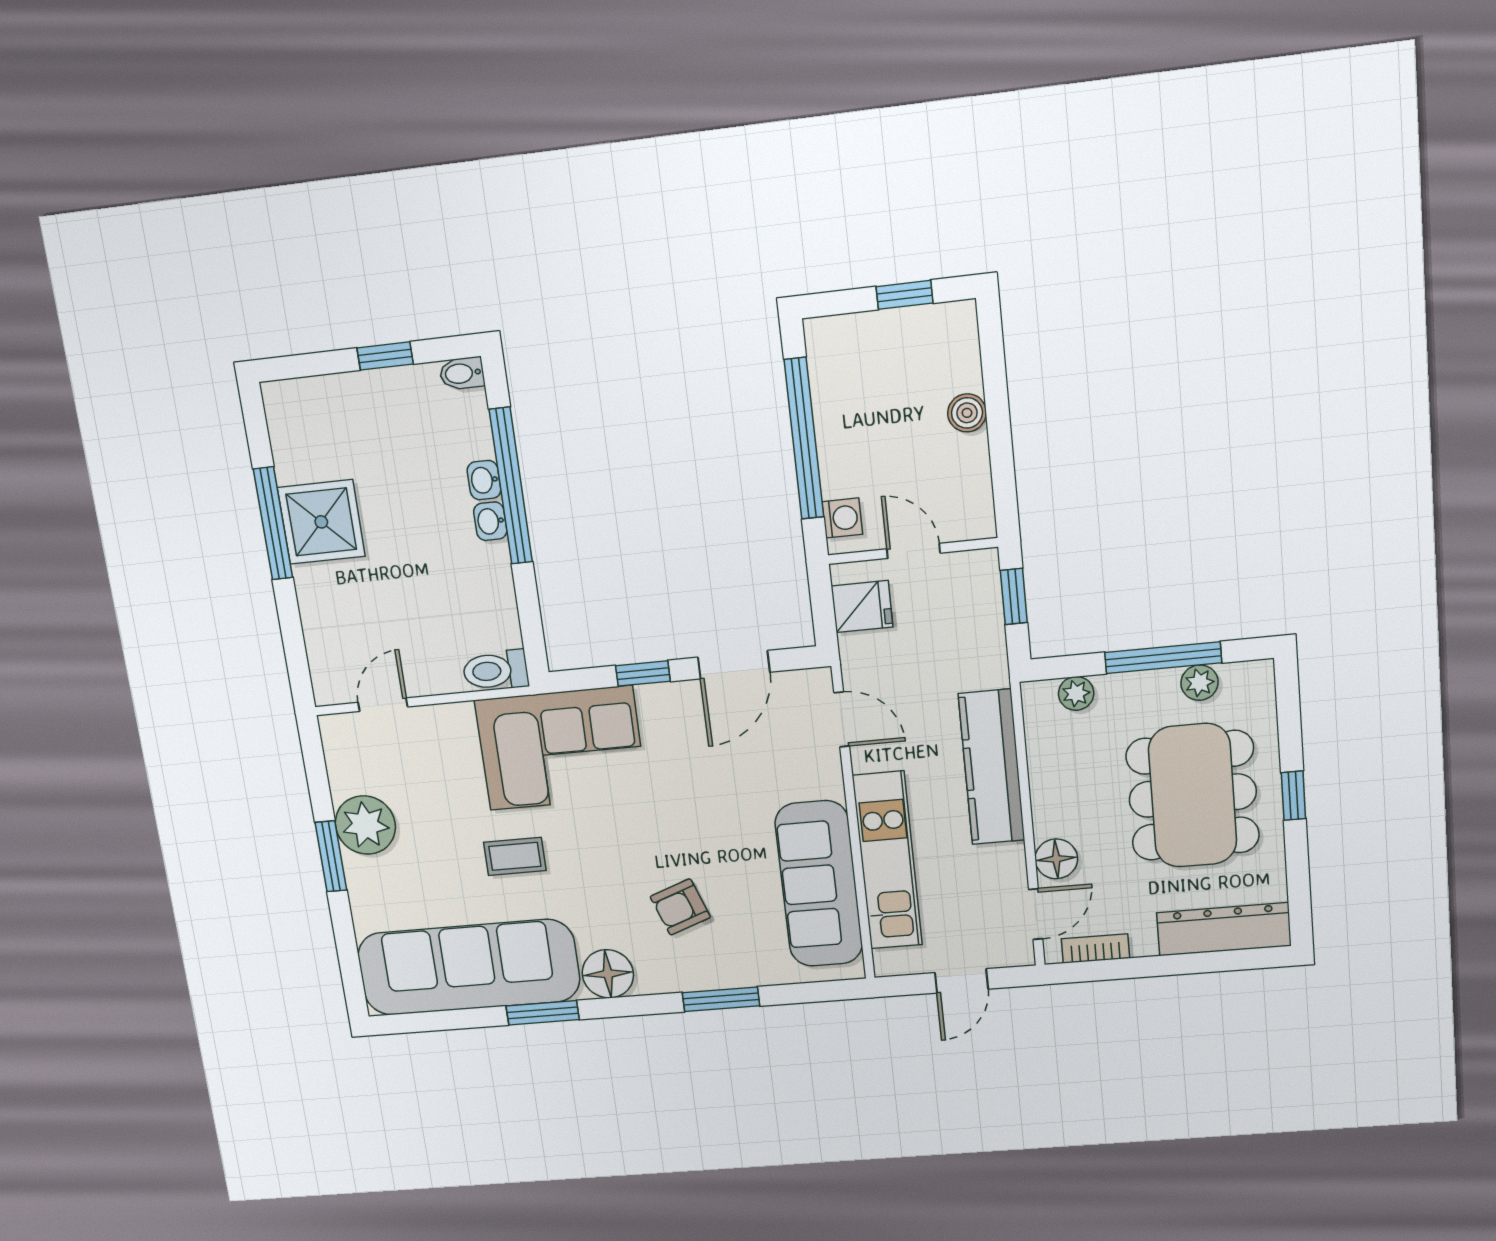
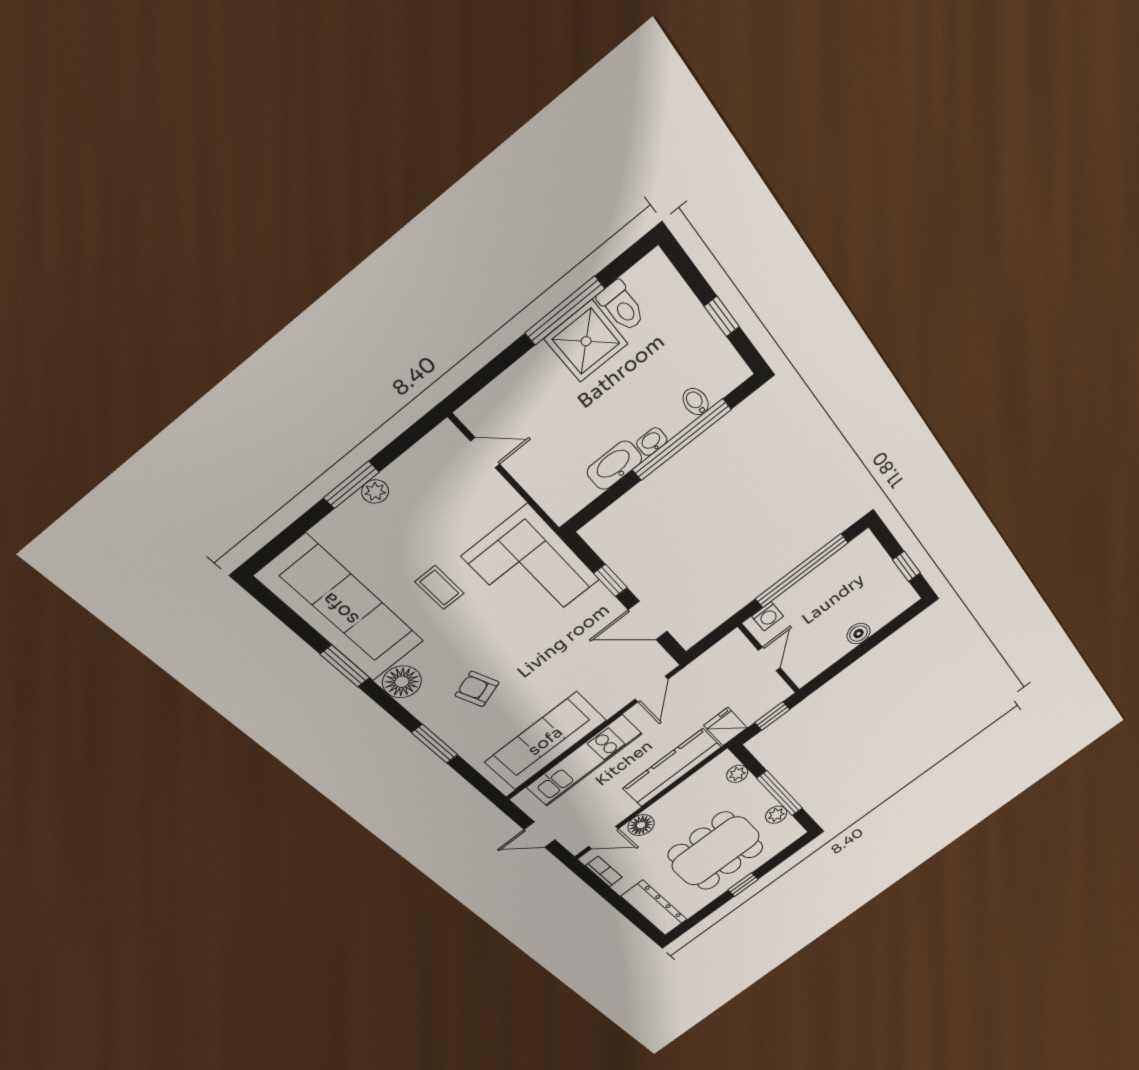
bidet: (462, 373) -> (696, 402), moved
washbasin: (484, 480) -> (614, 465), moved, width x1.91, depth x1.45
fridge: (862, 606) -> (725, 727), moved, turned 180
toilet: (496, 671) -> (622, 306), moved, turned 180
plant: (365, 825) -> (375, 492), width x0.53, depth x0.53

